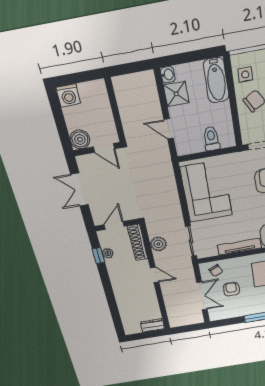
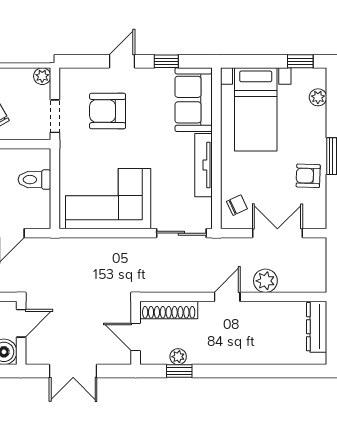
plant: (158, 244) -> (265, 281), moved
armchair: (231, 289) -> (308, 176), moved
dresser: (152, 325) -> (317, 327), width x1.44

